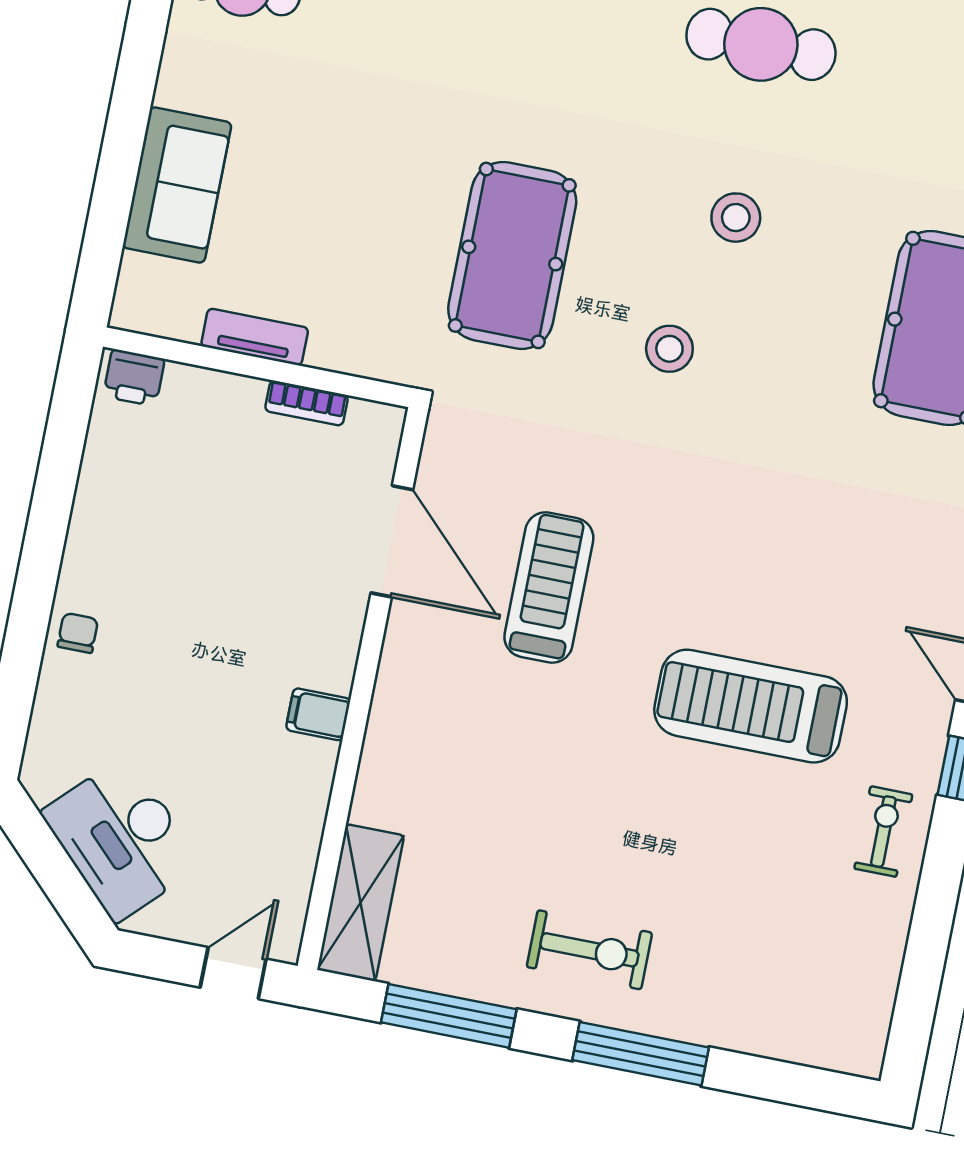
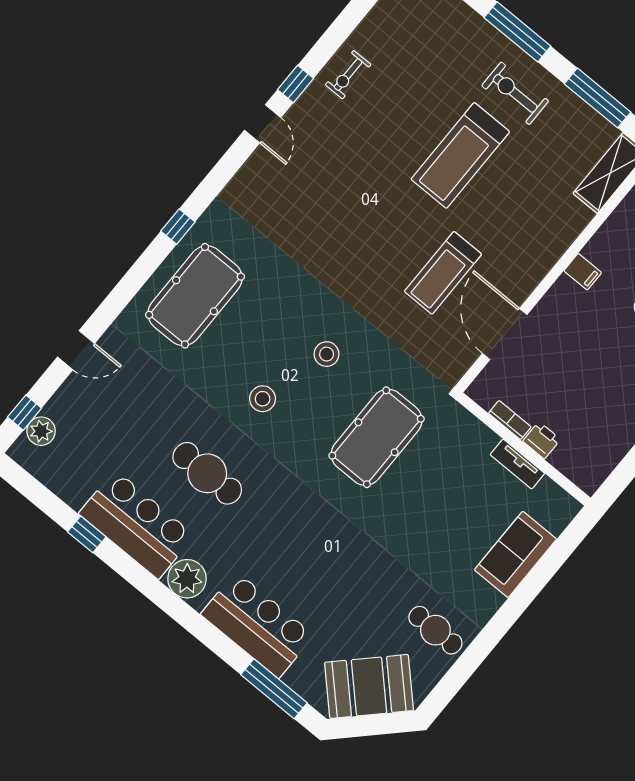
printer: (134, 378) -> (542, 440), moved
treadmill: (751, 706) -> (460, 155), moved, turned 90

